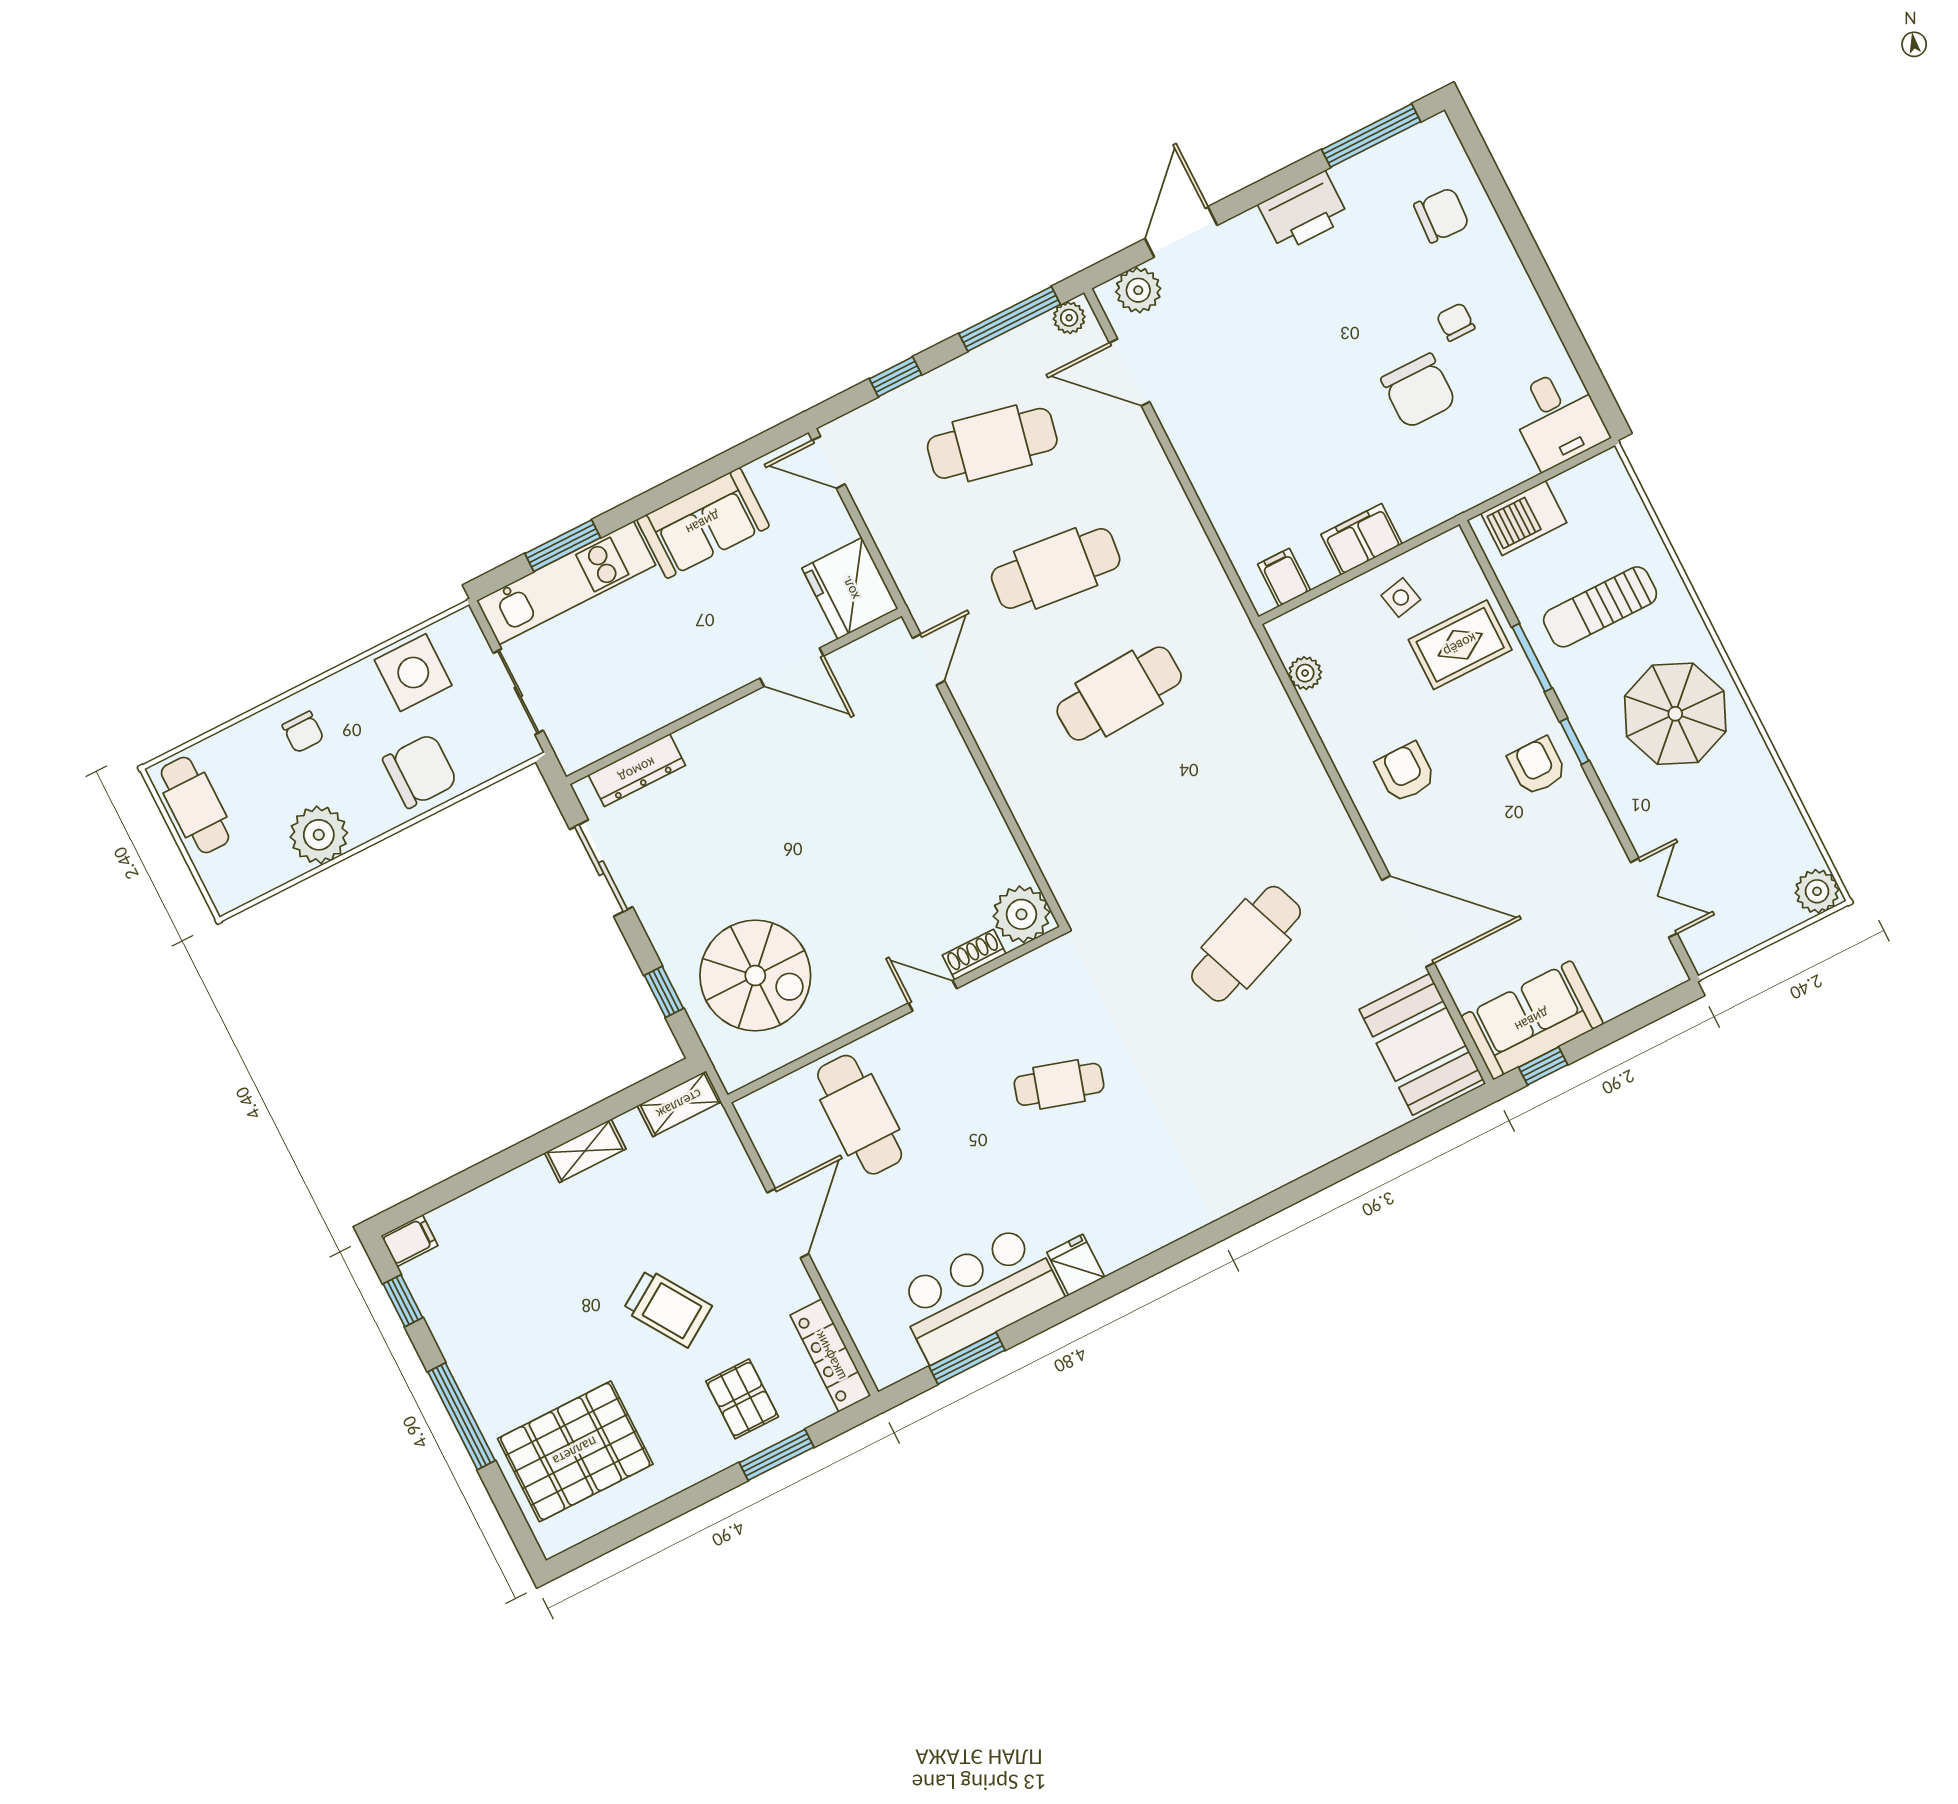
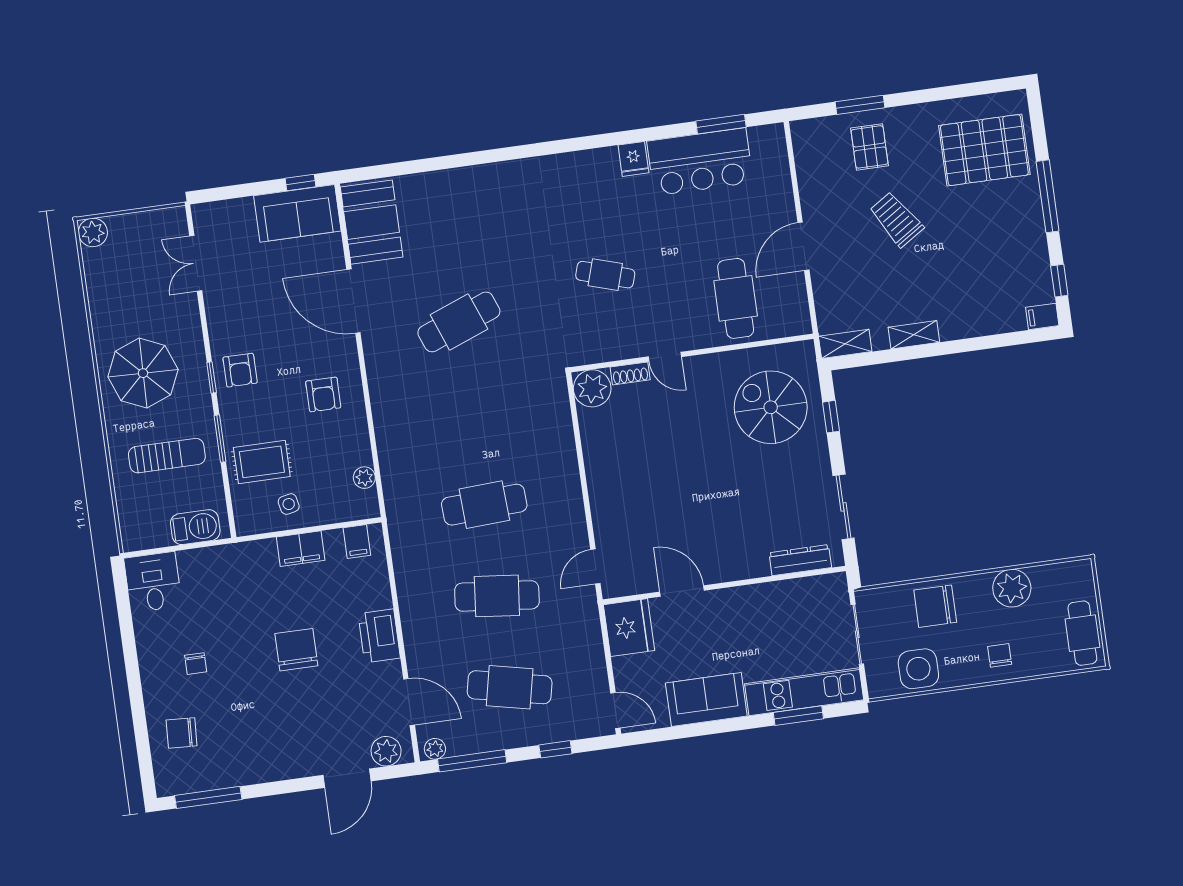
printer: (1303, 212) -> (379, 636), moved, turned -90
chair: (1419, 391) -> (296, 650), moved
locker: (830, 1356) -> (805, 155), removed

